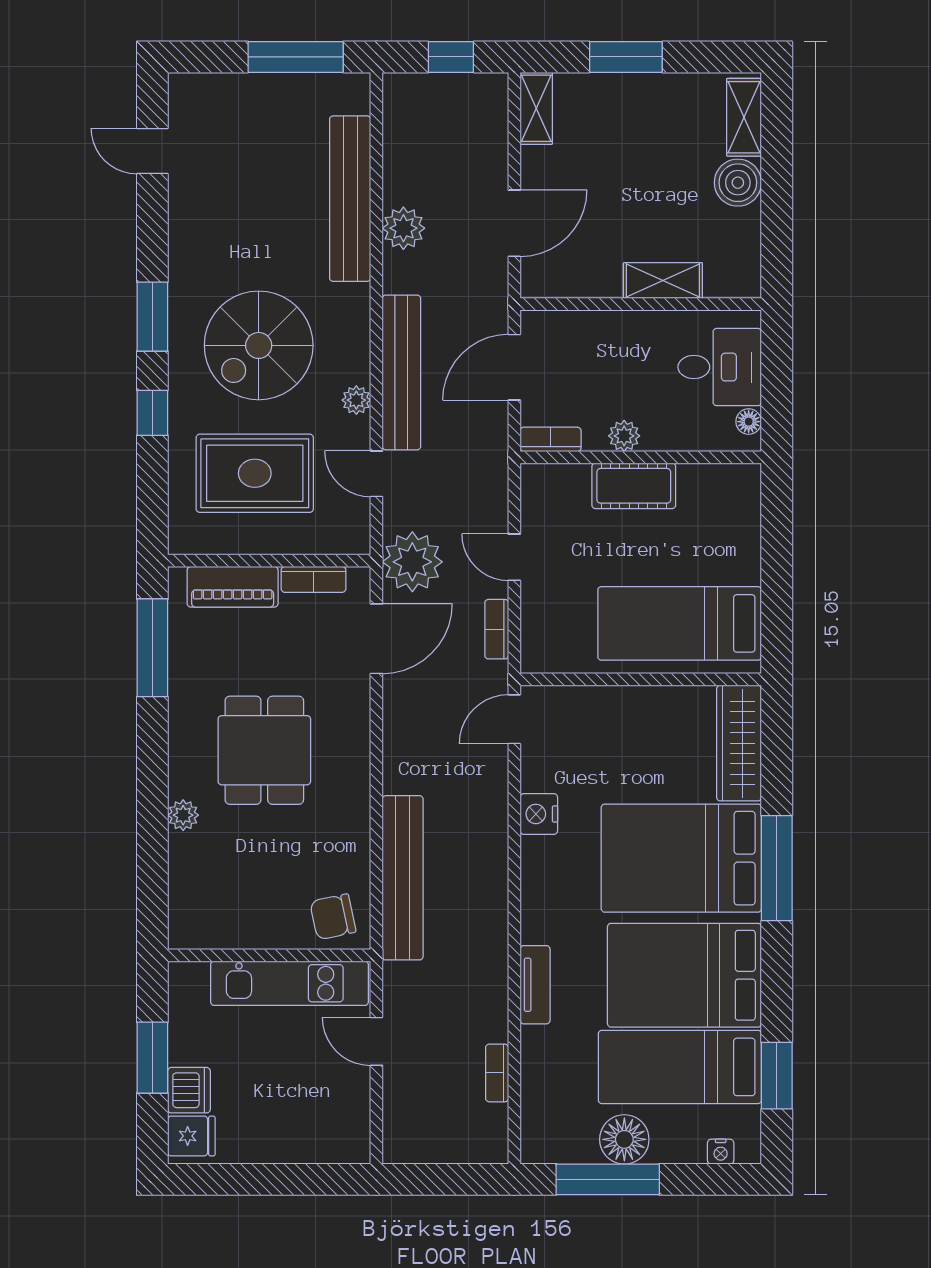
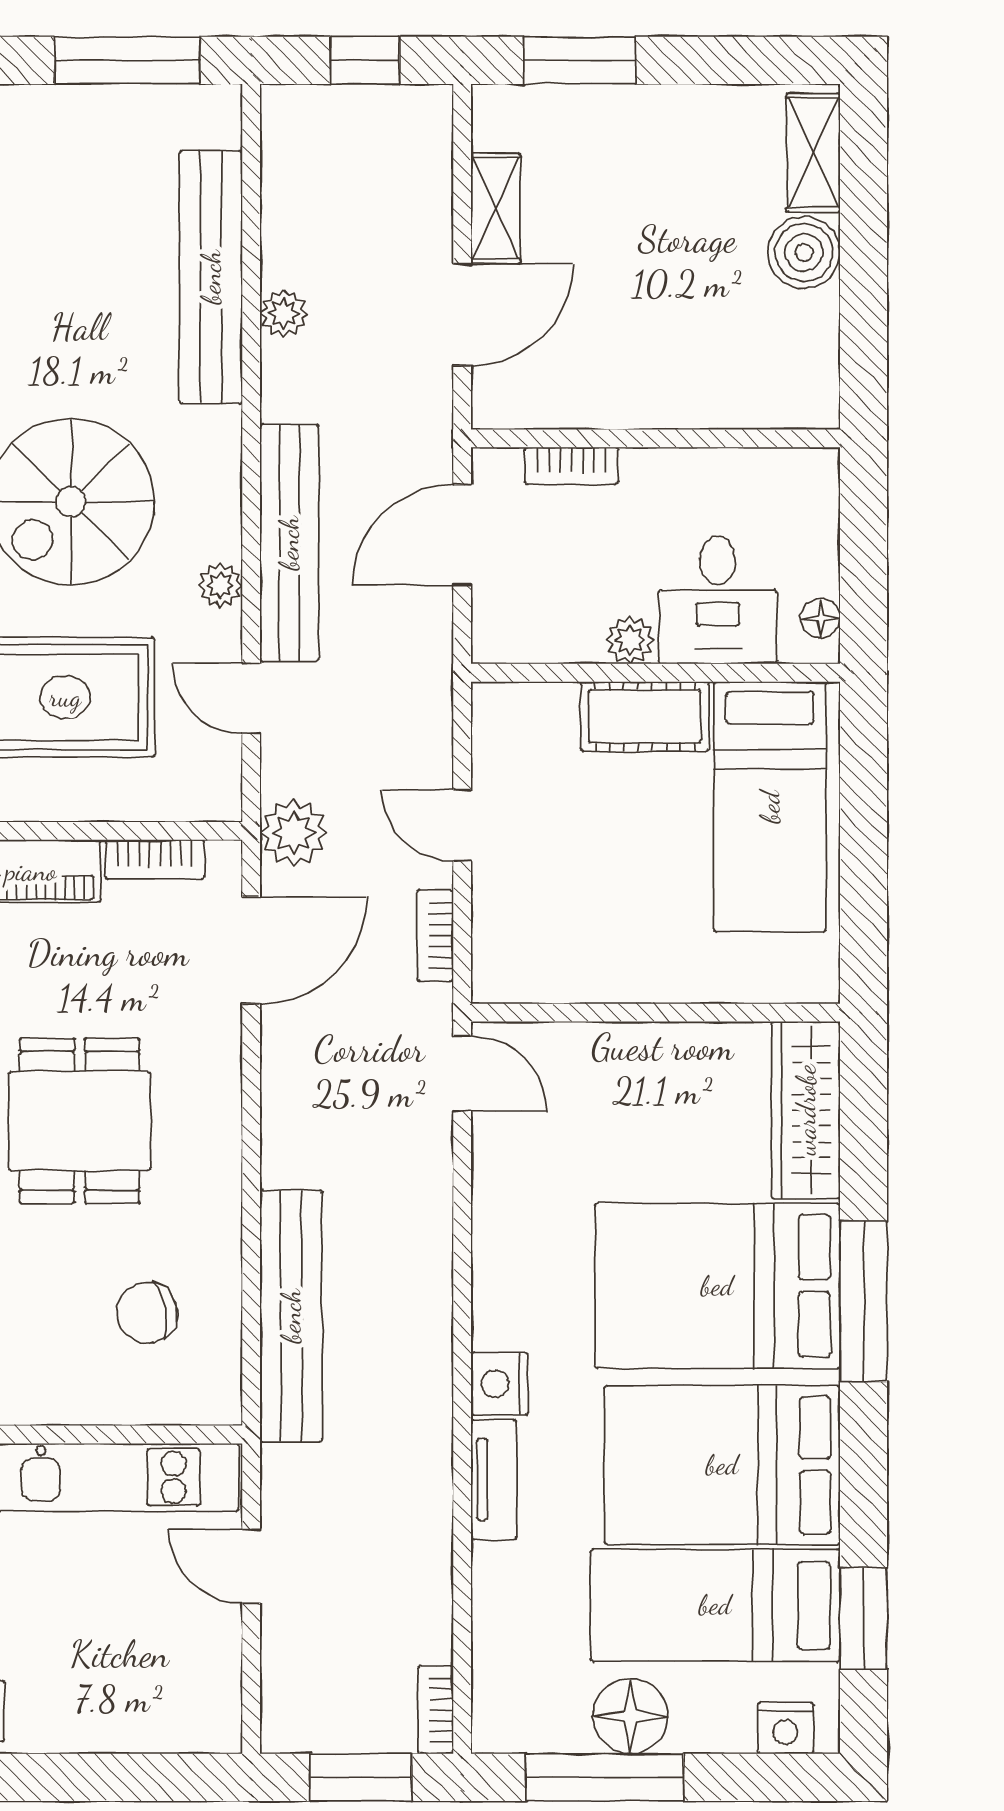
window: (626, 57) -> (579, 60), moved
shelving: (536, 108) -> (496, 208), moved
plant: (403, 228) -> (284, 313), width x0.73, depth x0.73
shelving: (663, 280) -> (689, 402), removed
desk: (720, 367) -> (718, 600), moved, turned 90
bookcase: (551, 439) -> (571, 466), moved, turned 180
plant: (412, 562) -> (294, 833), width x0.73, depth x0.73
bed: (680, 623) -> (770, 807), moved, turned -90
door: (514, 719) -> (462, 1073), swing flipped
nightstand: (539, 814) -> (500, 1384), moved
chair: (333, 917) -> (147, 1313), moved
bookcase: (497, 1073) -> (436, 1710), moved
nightstand: (721, 1152) -> (785, 1728), width x1.39, depth x1.35
window: (448, 1179) -> (361, 1777), added

